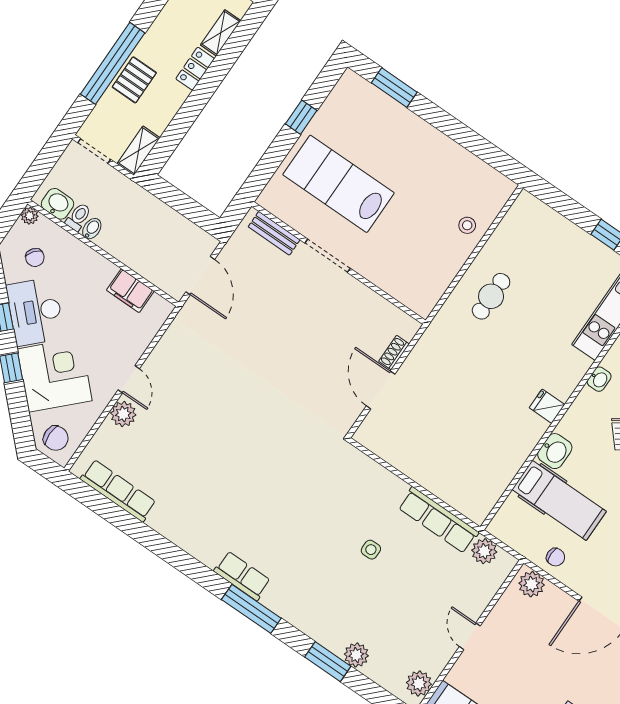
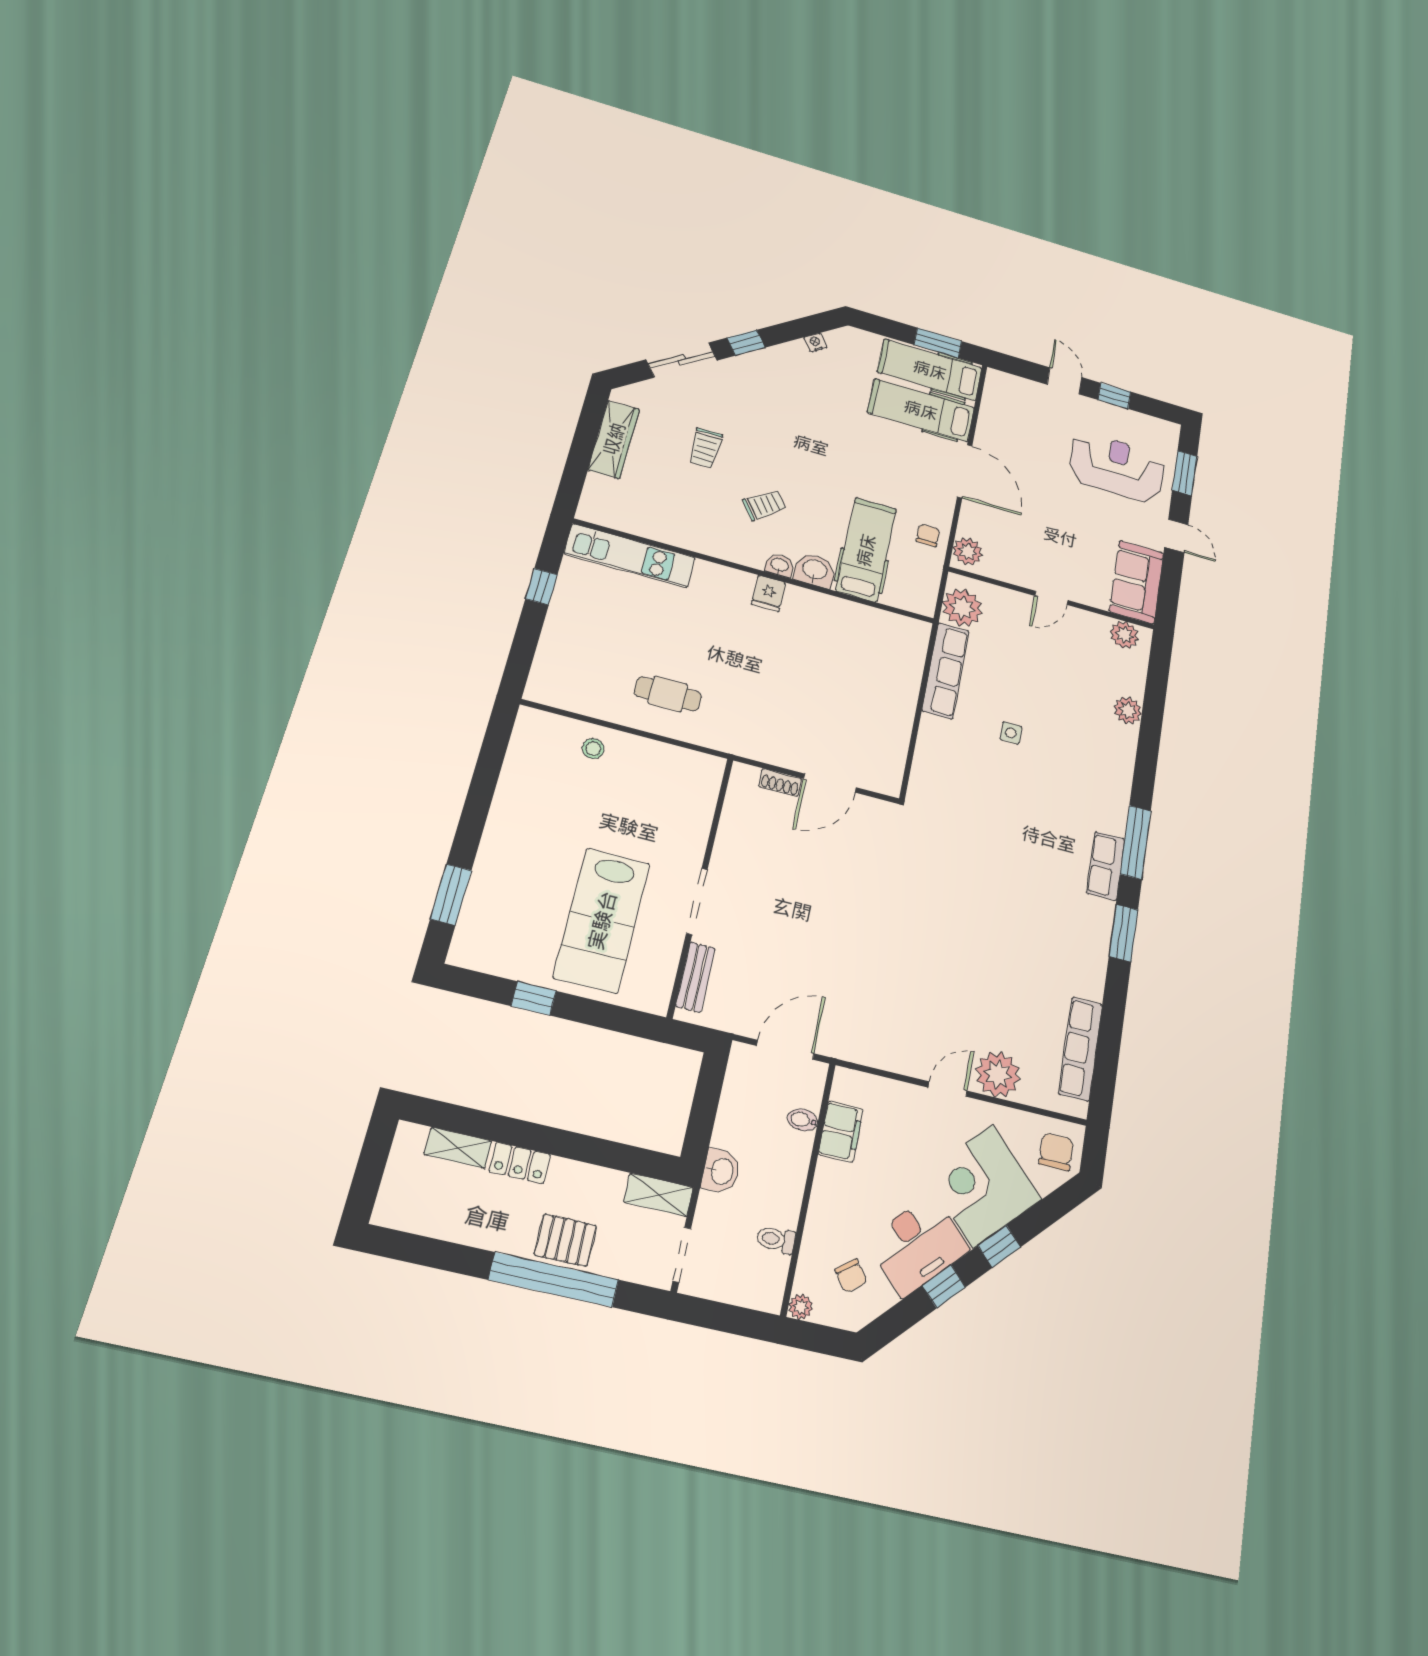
washbasin: (58, 204) -> (721, 1171), moved, turned 180
bidet: (92, 229) -> (803, 1120), moved
chair: (35, 258) -> (851, 1276), turned 104
washbasin: (599, 379) -> (779, 565), moved
plant: (123, 414) -> (998, 1074), width x1.36, depth x1.36
plant: (484, 551) -> (962, 608), width x1.36, depth x1.36
window: (328, 662) -> (1123, 933), moved

